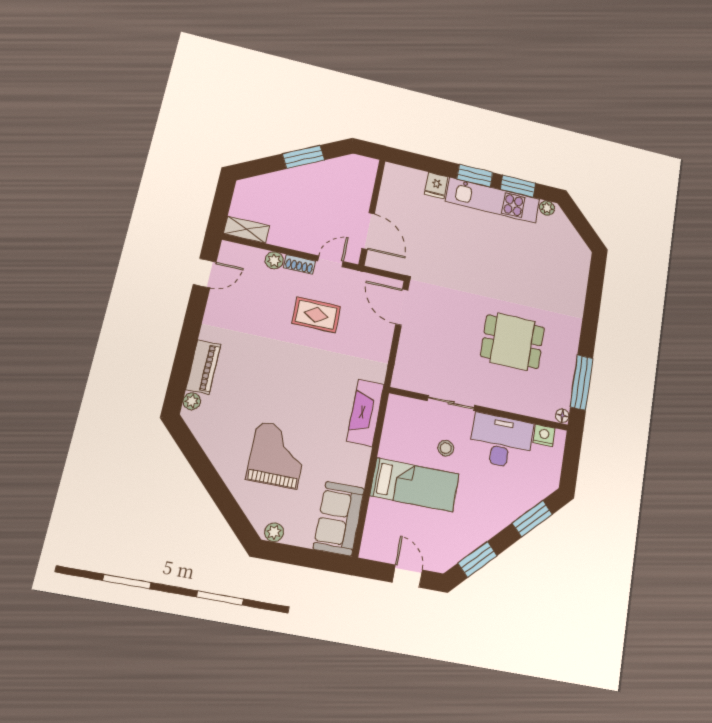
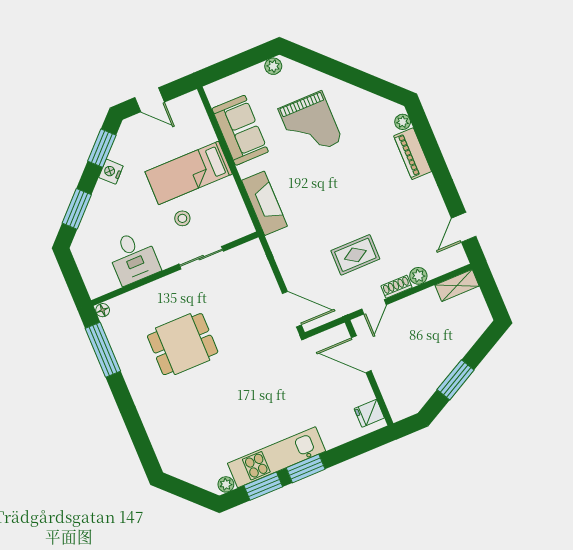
fridge: (436, 185) -> (369, 413), moved, turned -90
nightstand: (544, 435) -> (111, 172), moved, turned 135
desk: (501, 441) -> (133, 258), width x0.73
sofa: (339, 519) -> (240, 130), moved

